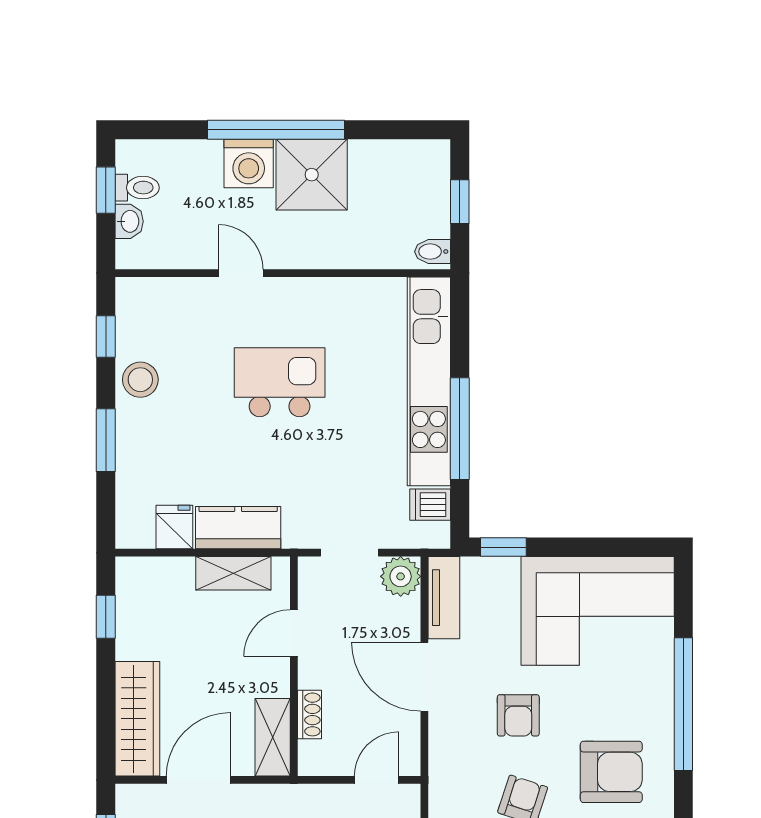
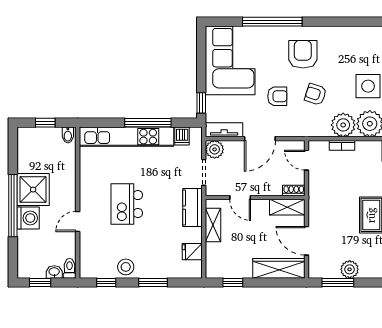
toilet: (137, 188) -> (69, 268), moved
kitchen counter: (238, 528) -> (193, 208), moved
shoe rack: (310, 714) -> (294, 190), moved

